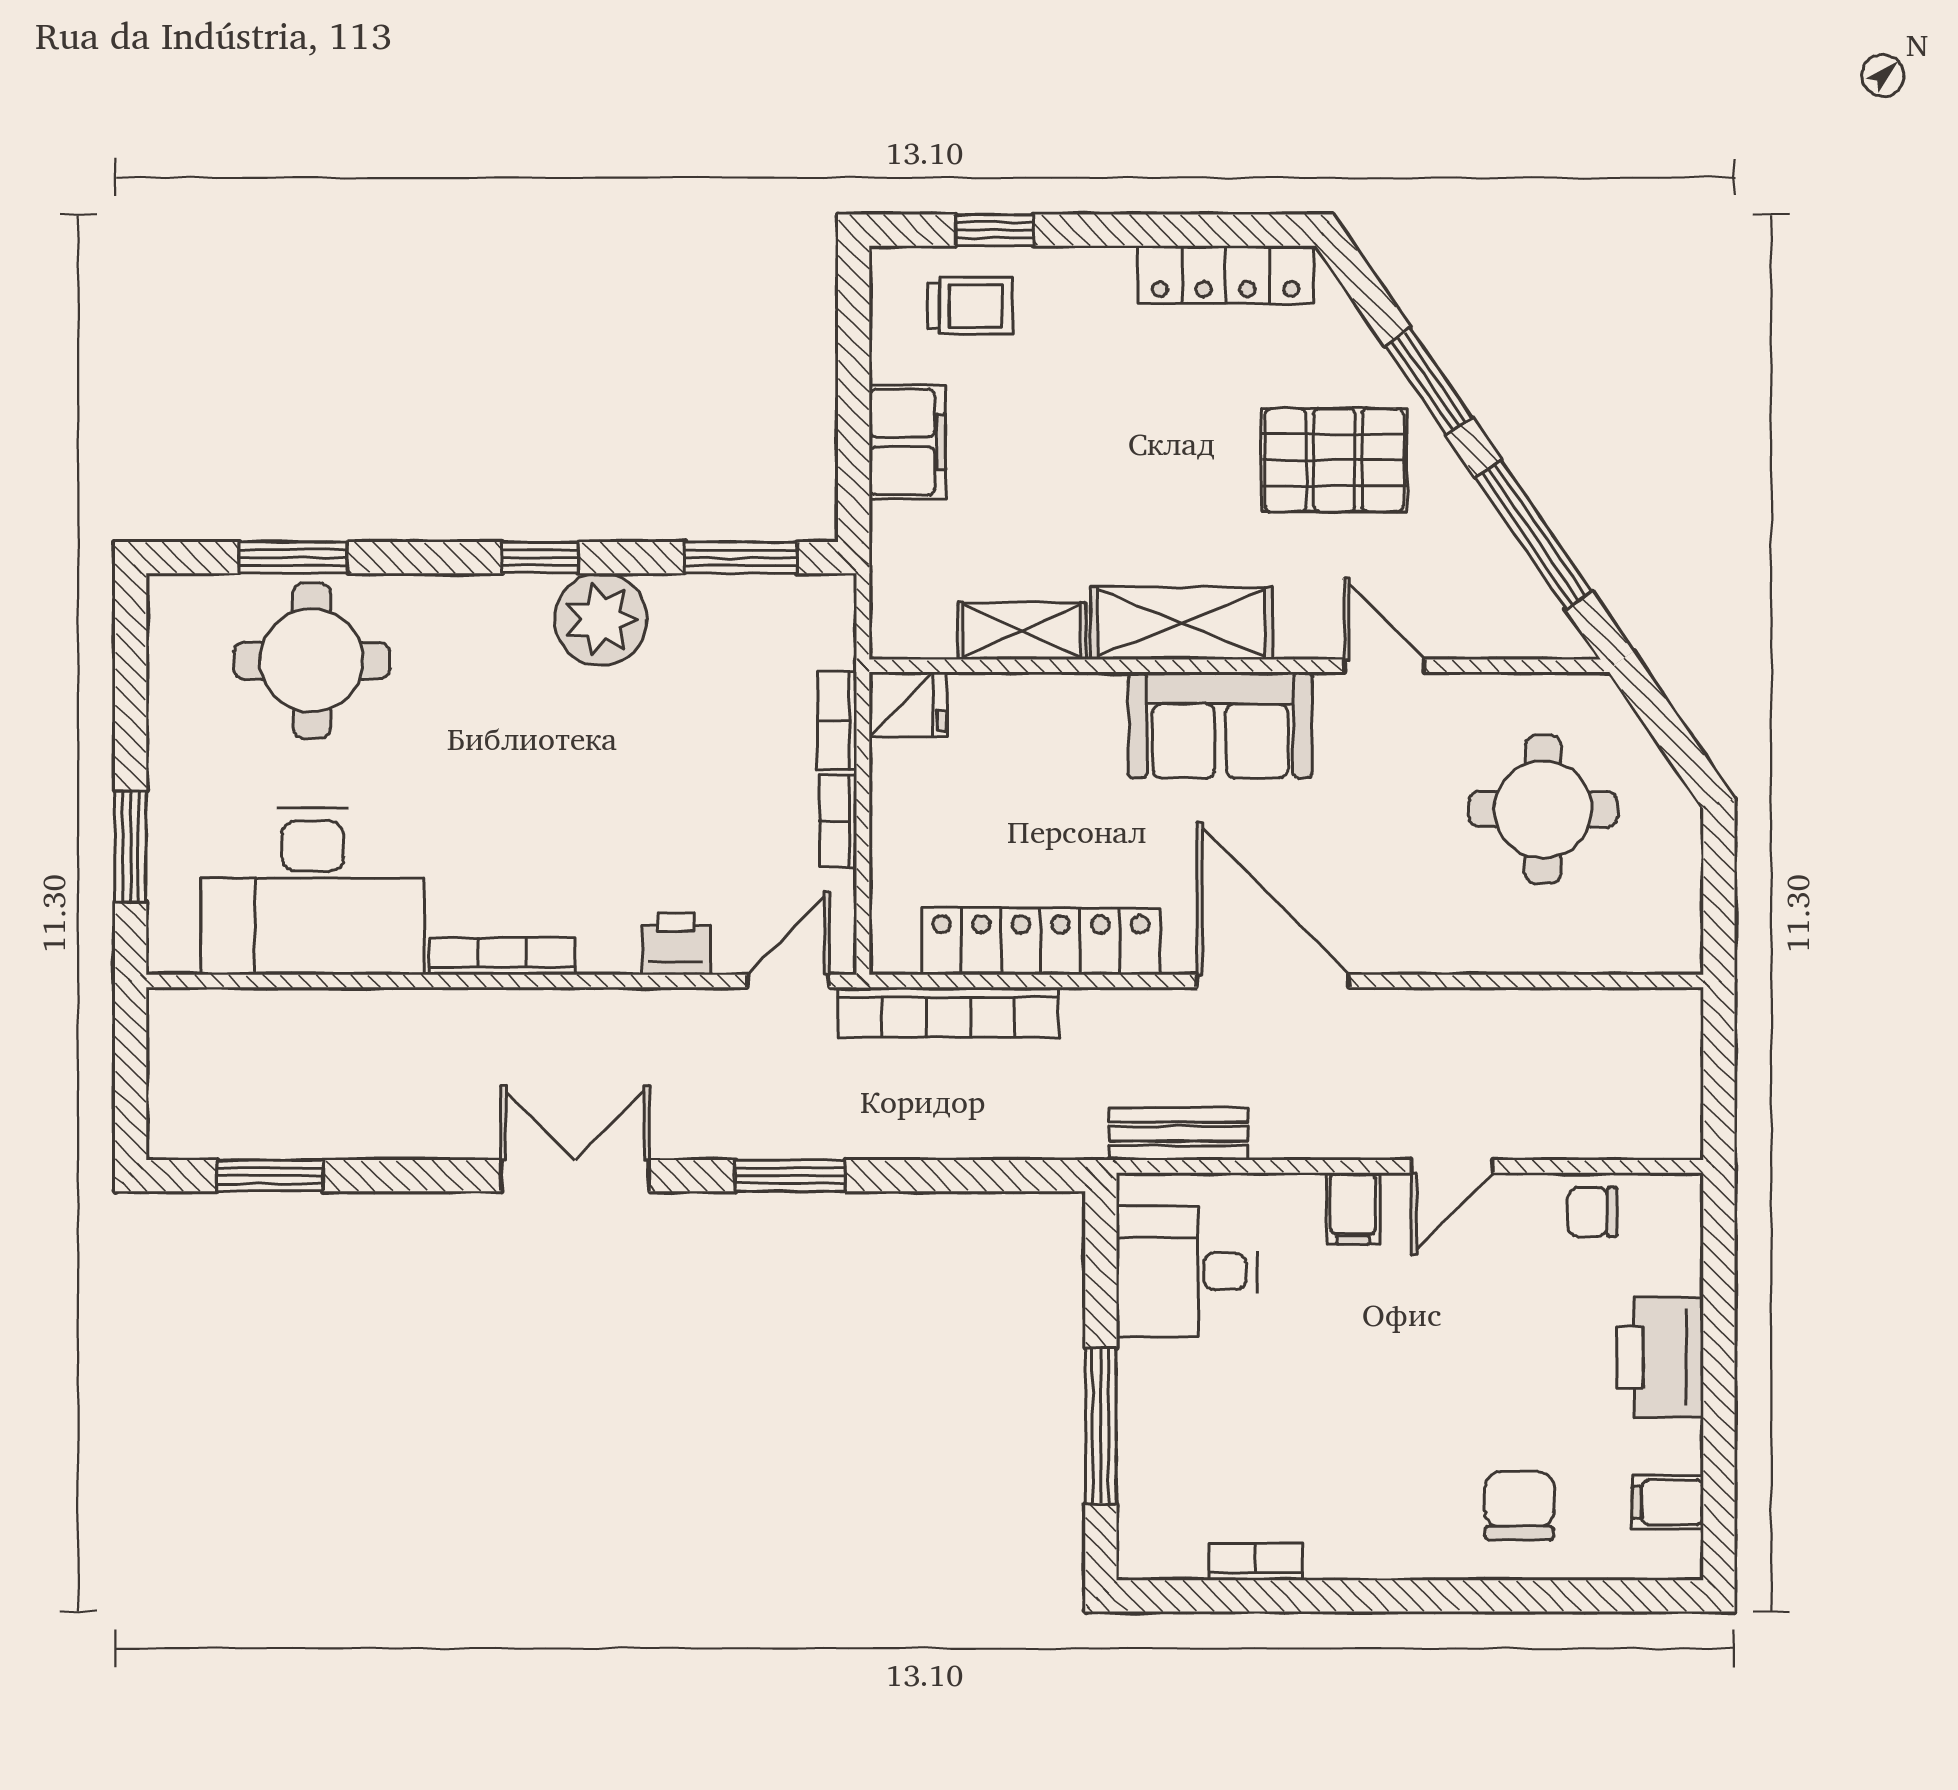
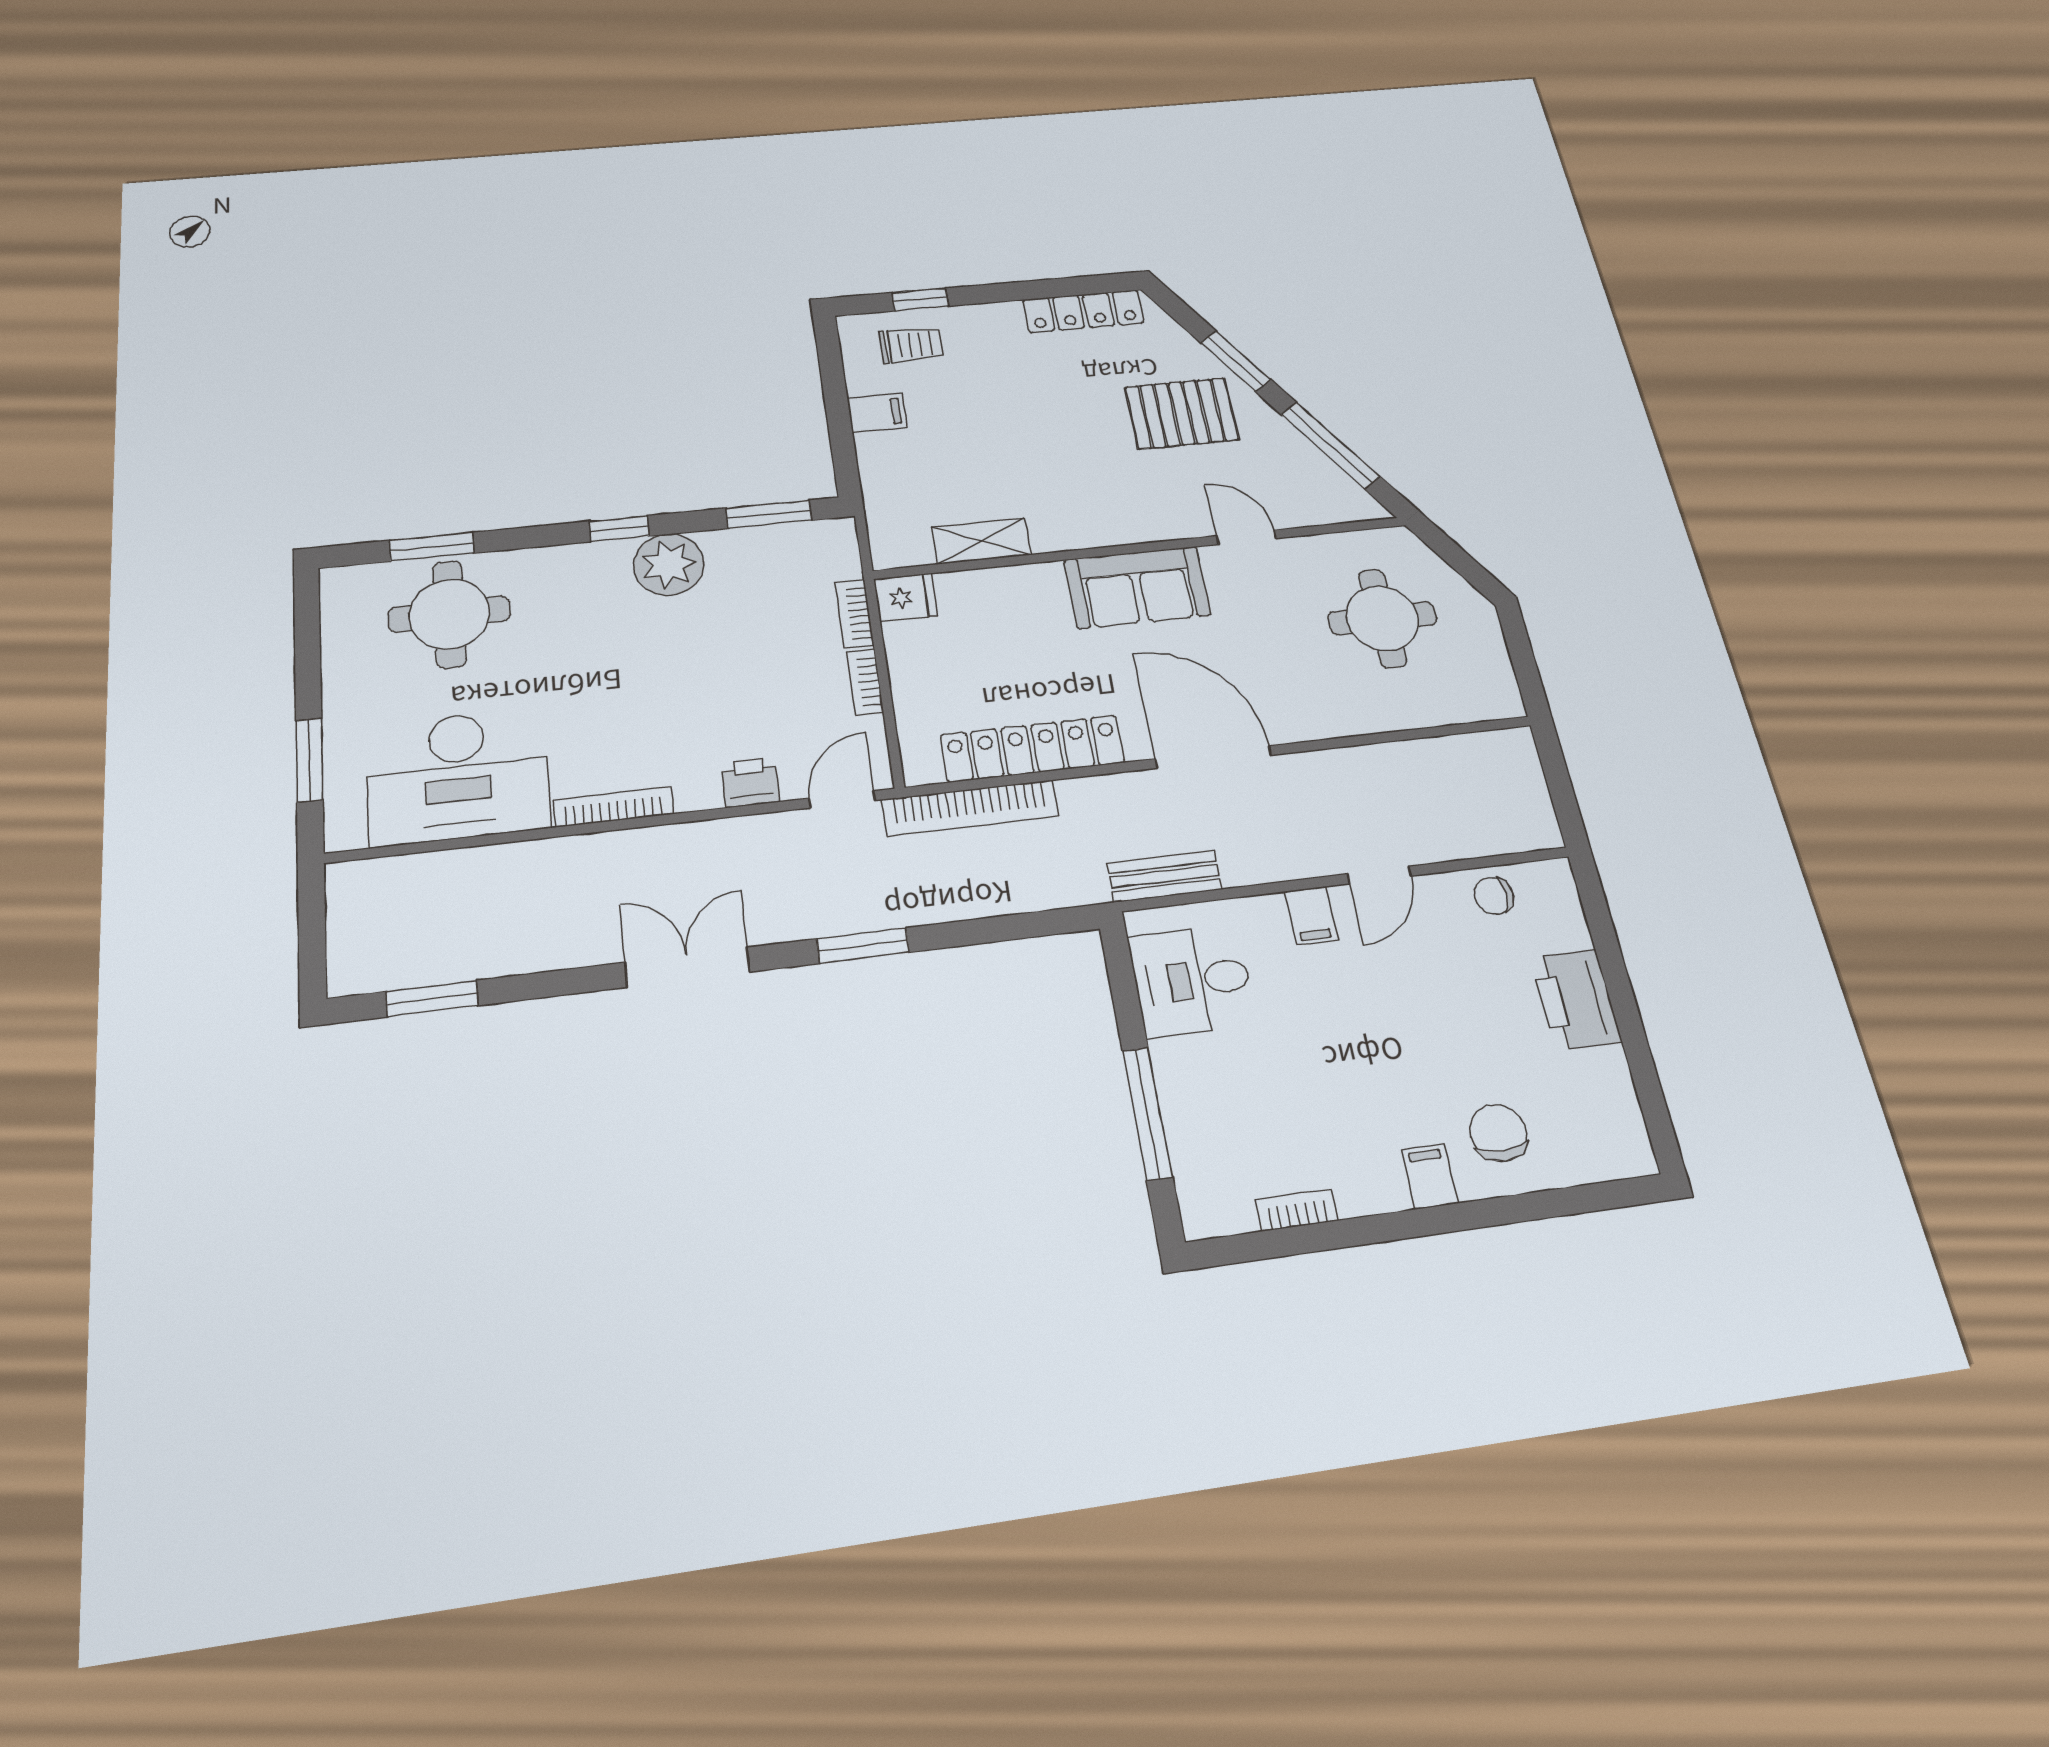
filing cabinet: (907, 442) -> (877, 413), width x0.50
shelving: (1181, 623) -> (1096, 525), removed
filing cabinet: (1668, 1502) -> (1430, 1176), moved, turned 90

